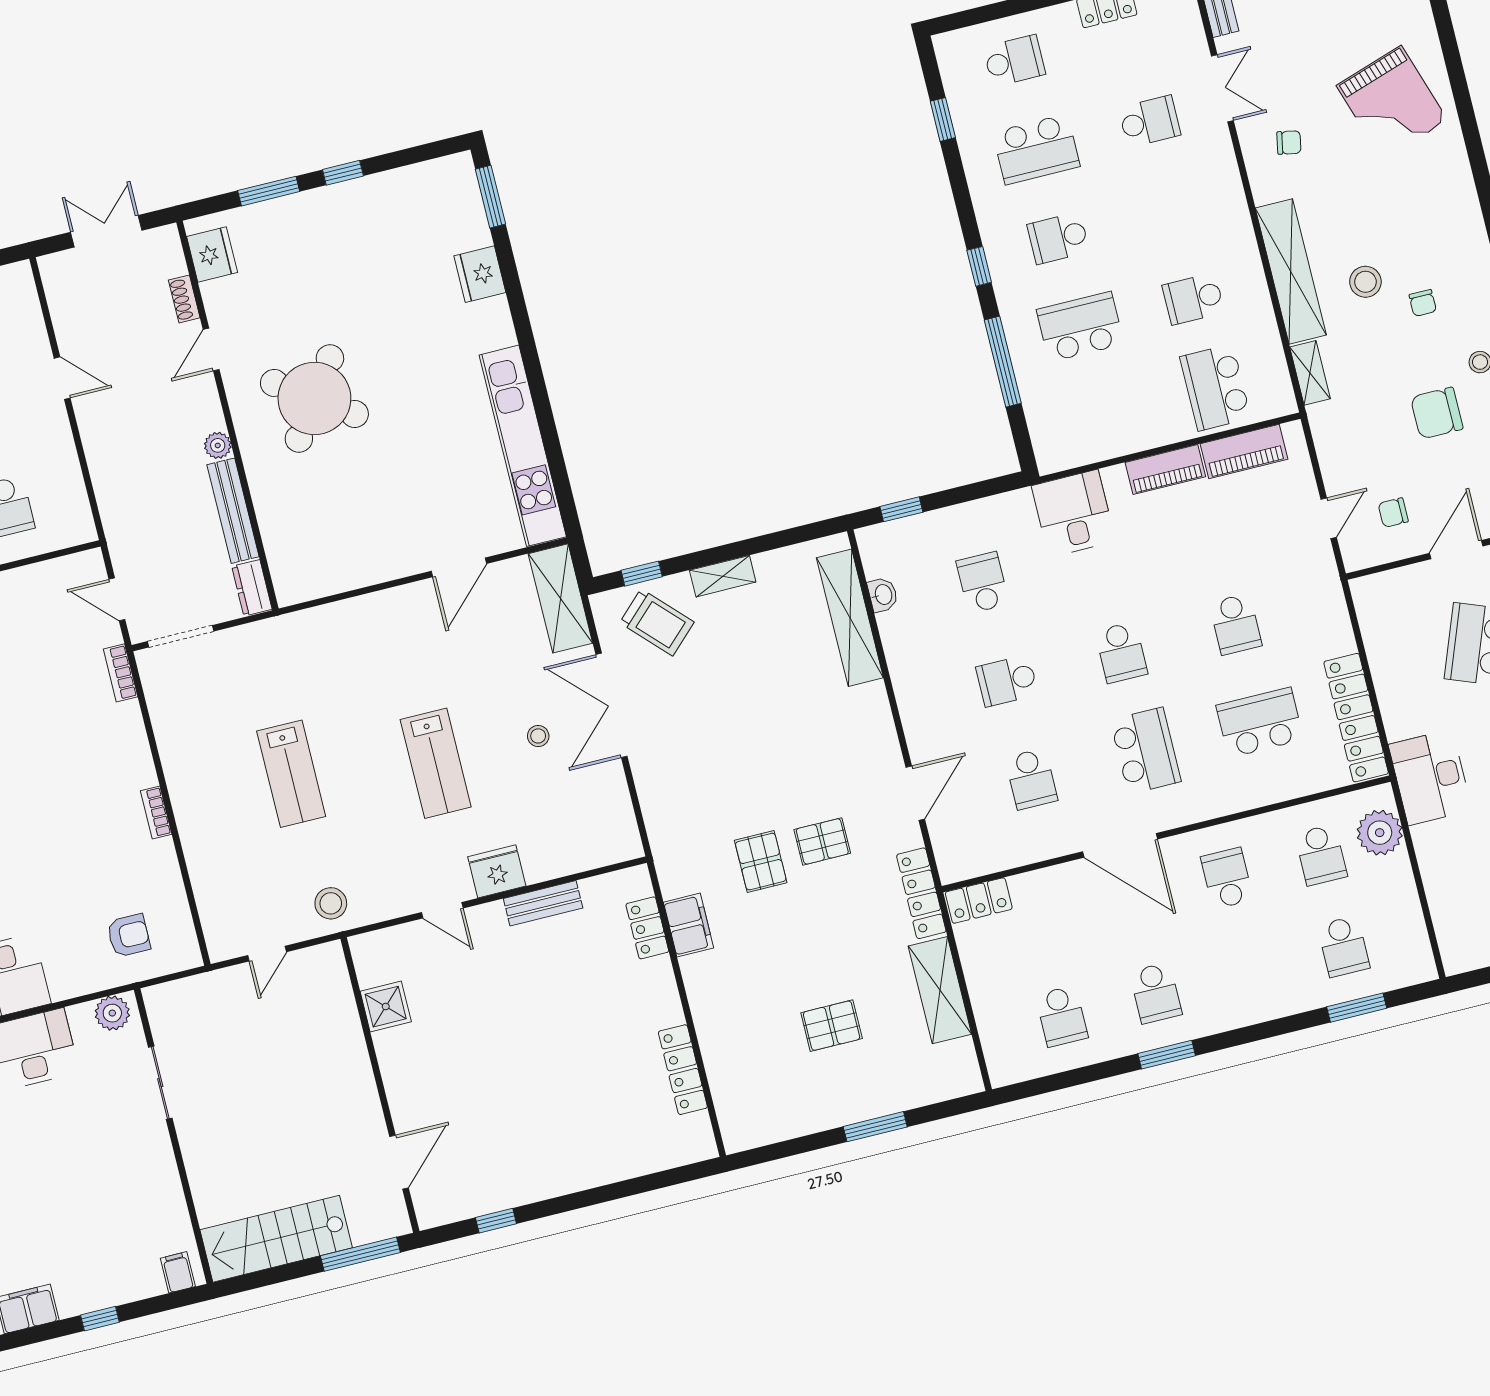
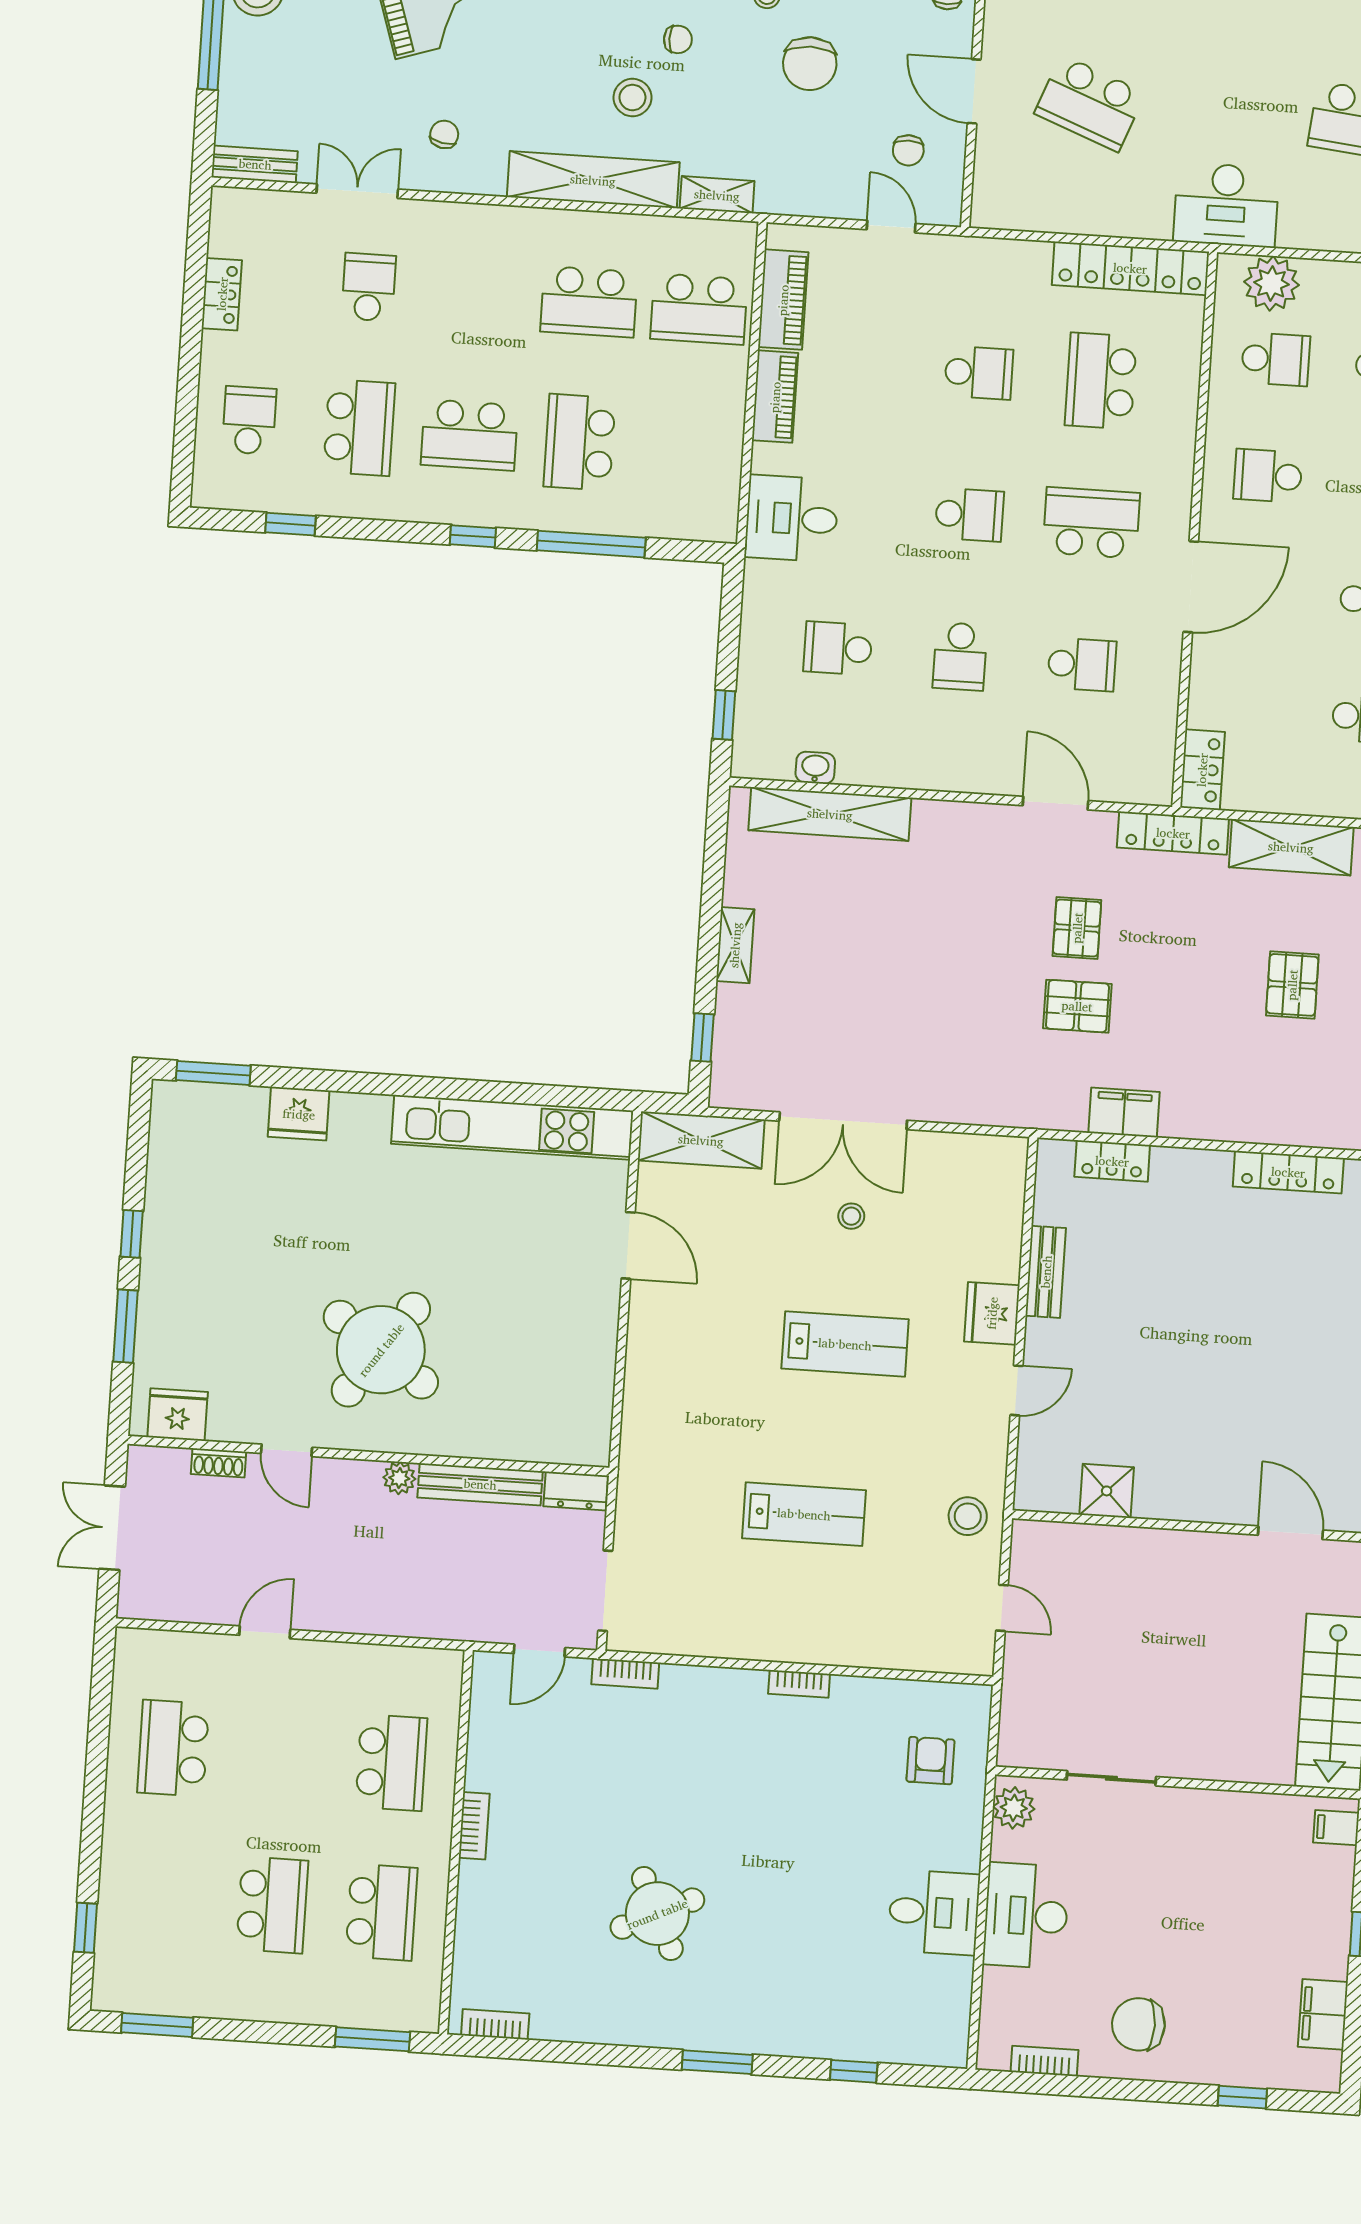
school desk: (1058, 238) -> (469, 435), width x1.85
school desk: (1193, 299) -> (589, 302), width x1.85
trolley: (657, 622) -> (764, 1038), removed

